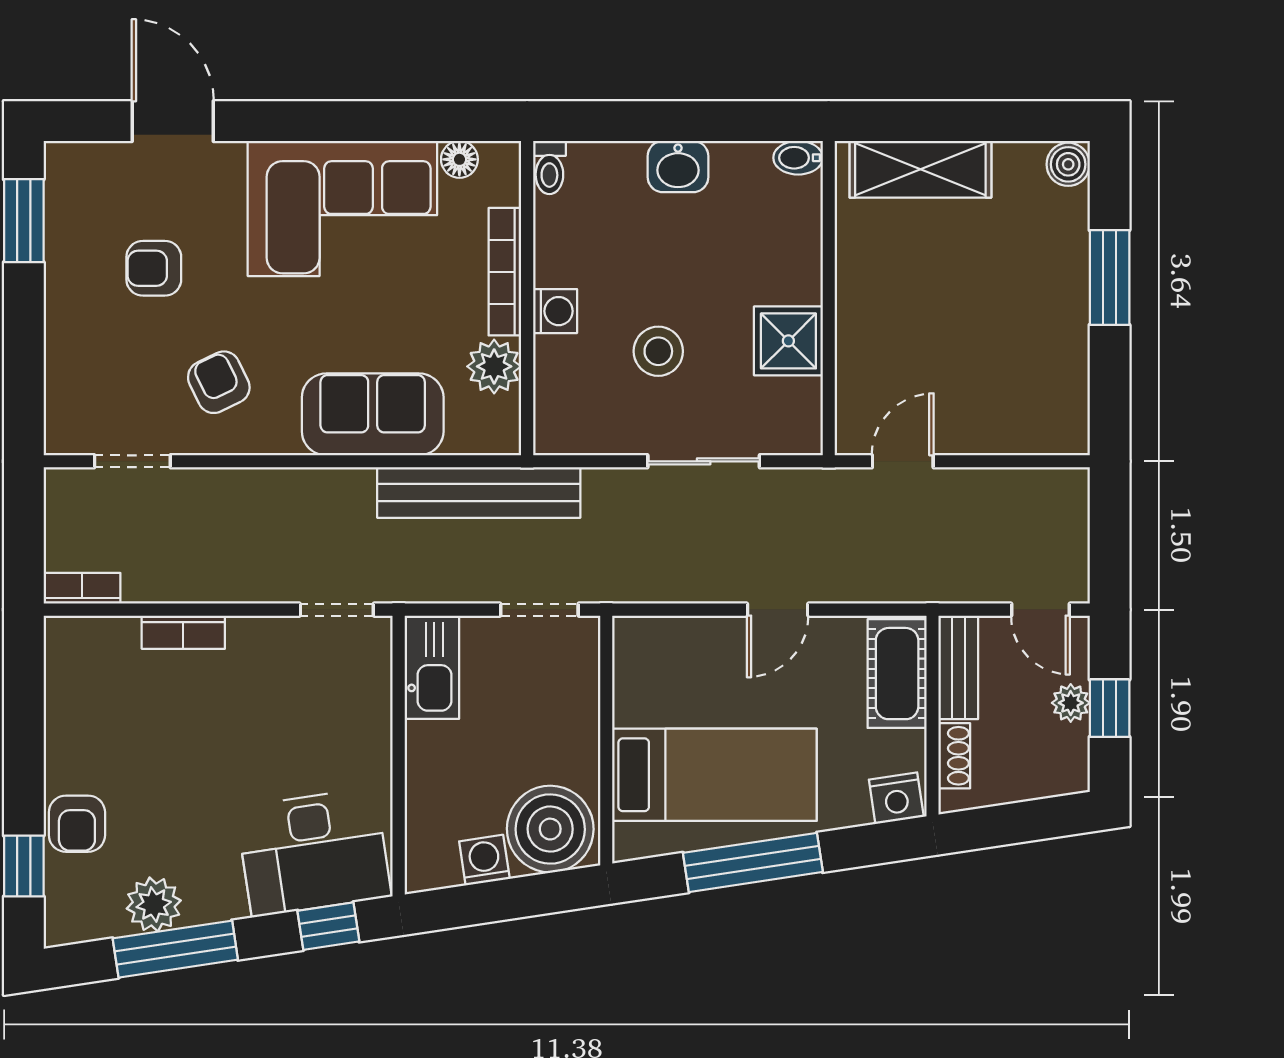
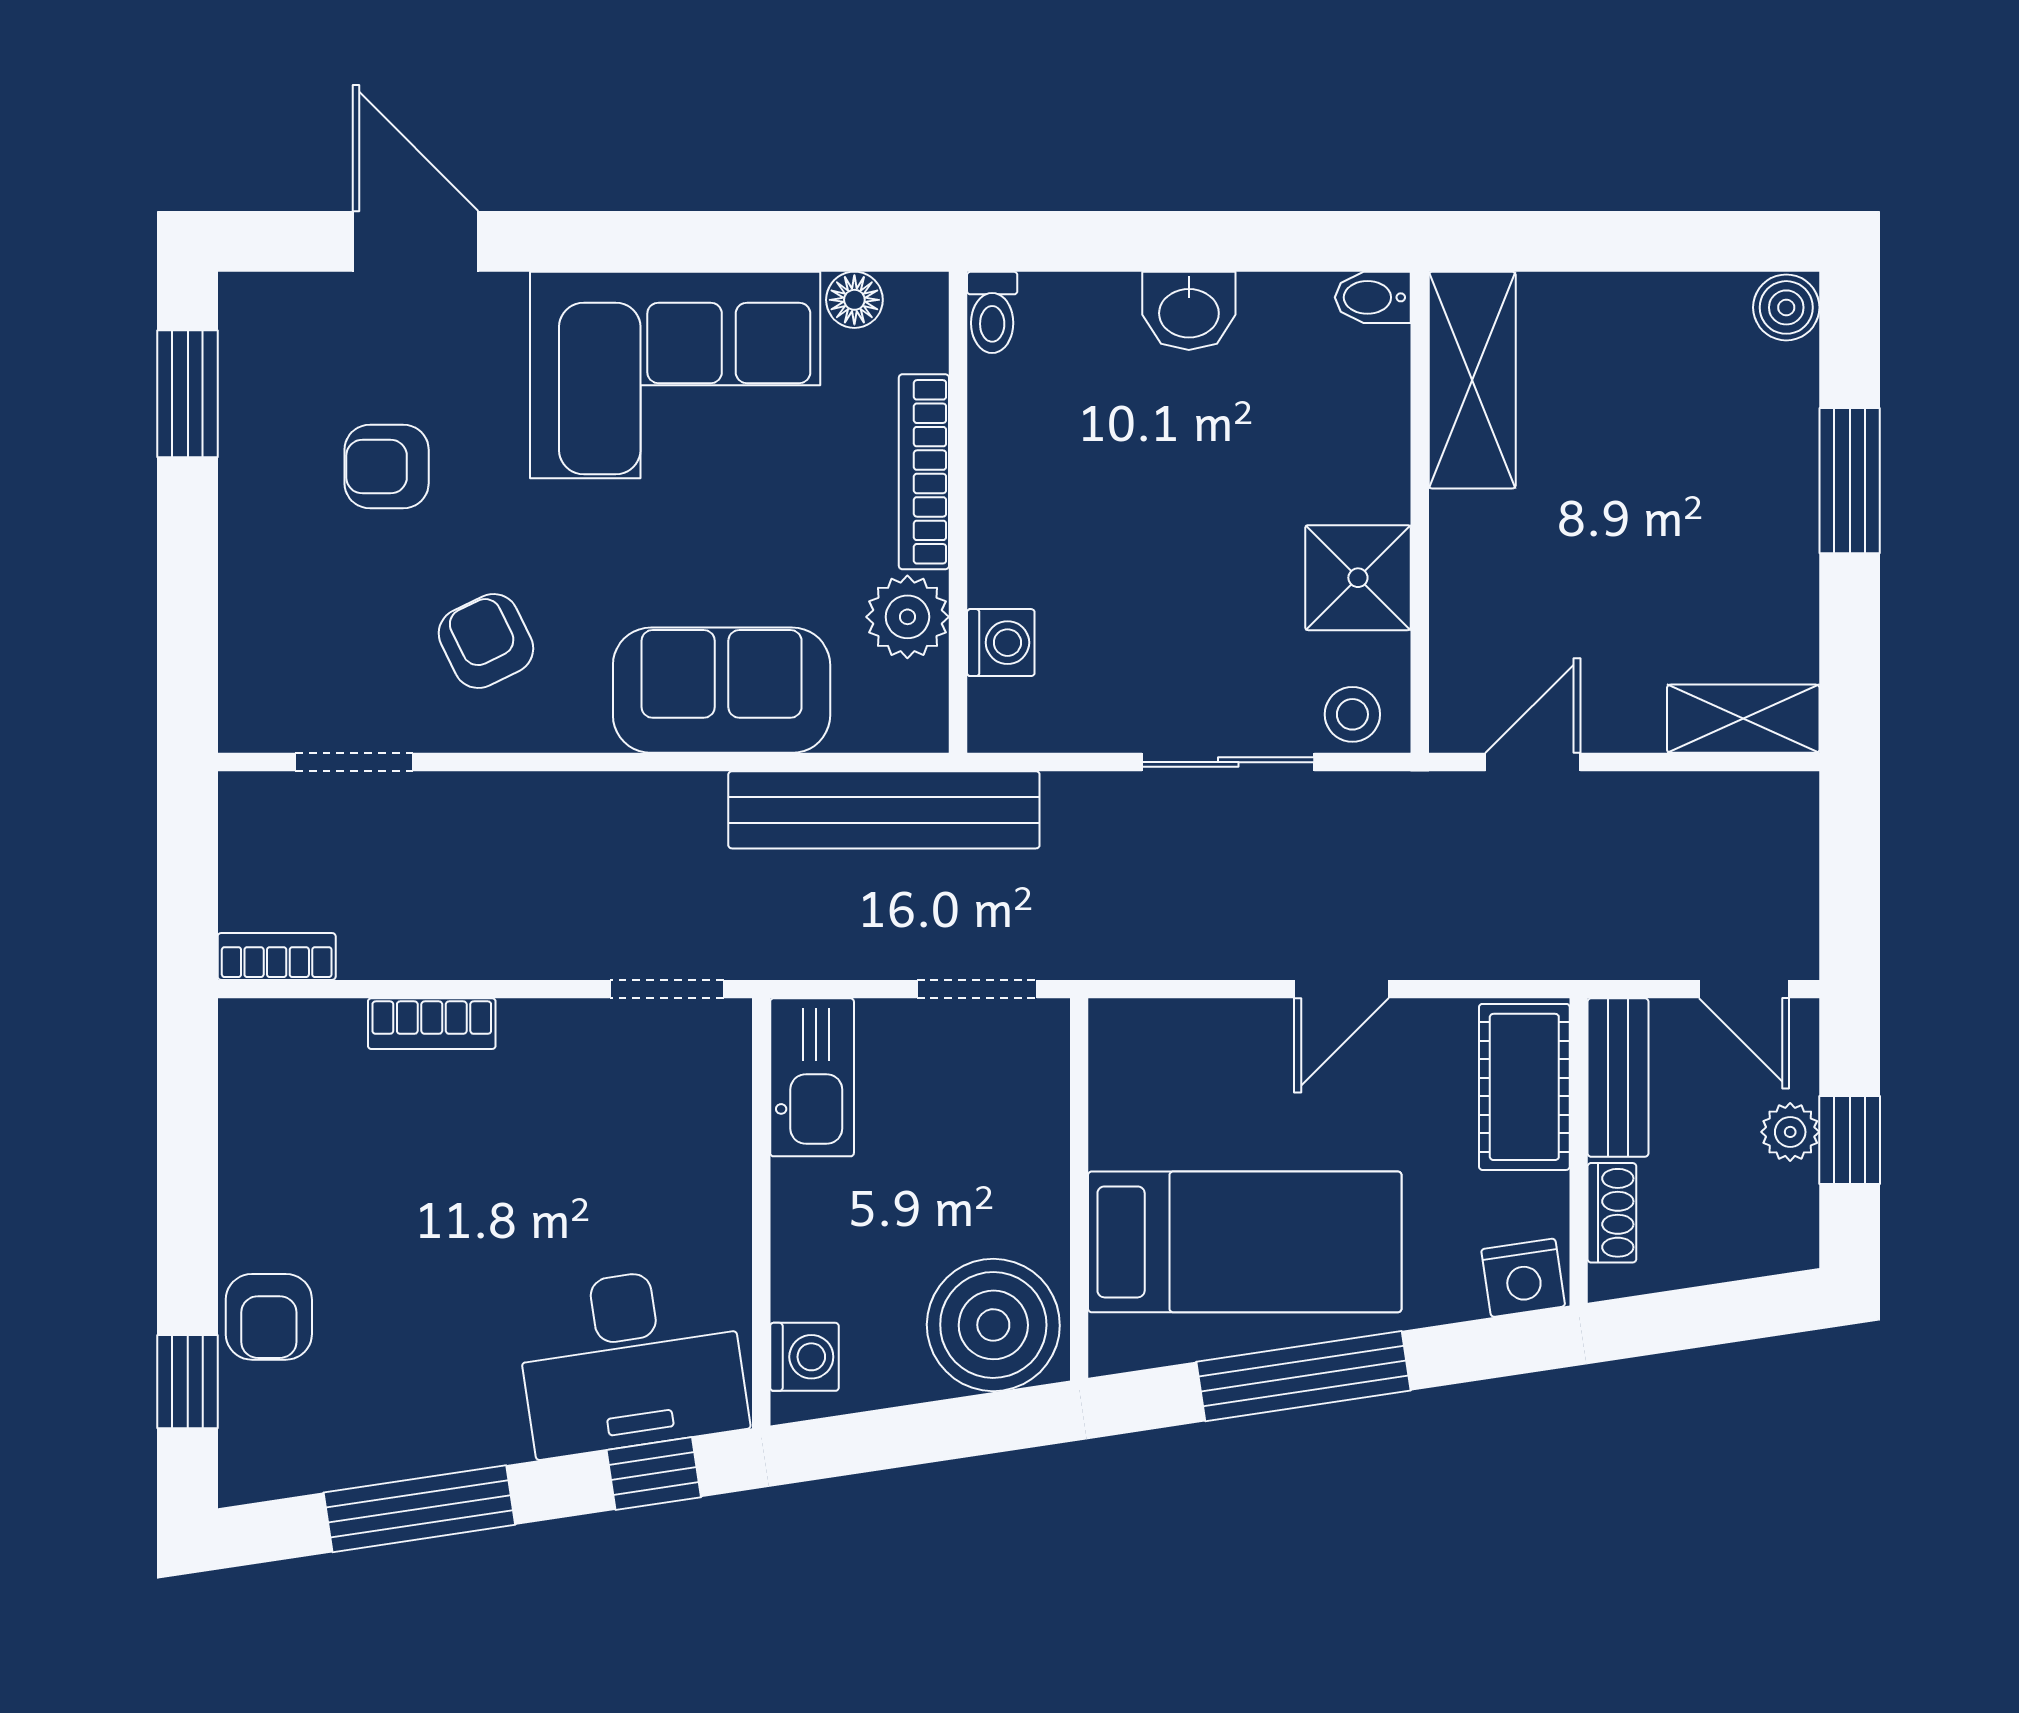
shelving: (920, 169) -> (1472, 380), moved, turned 90
washing machine: (555, 311) -> (1001, 643), moved
stool: (658, 351) -> (1352, 714), moved, width x0.73, depth x0.73
shelving: (1040, 433) -> (1743, 719), added
washing machine: (484, 860) -> (804, 1357), moved, turned 99
plant: (154, 905) -> (386, 1441), removed

